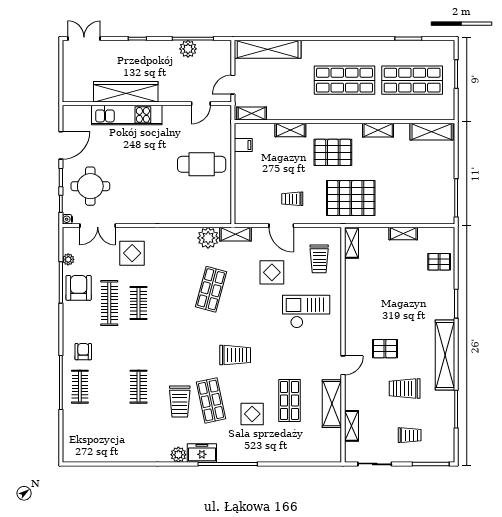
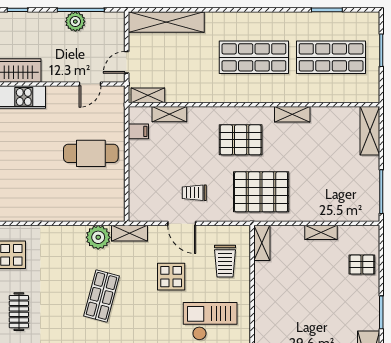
shelving: (290, 130) -> (169, 114), moved
shelving: (432, 132) -> (370, 131), moved, turned 90

